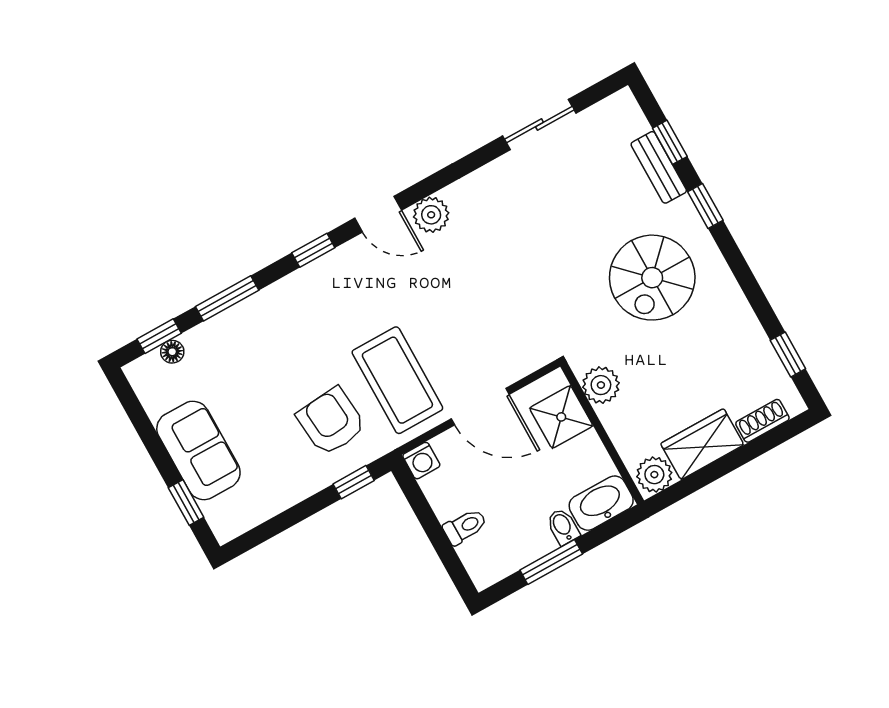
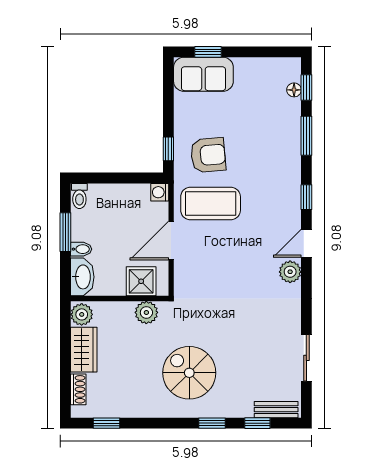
bench: (659, 167) -> (276, 410), moved
sofa: (198, 450) -> (203, 74), moved
toilet: (465, 527) -> (79, 196), moved

